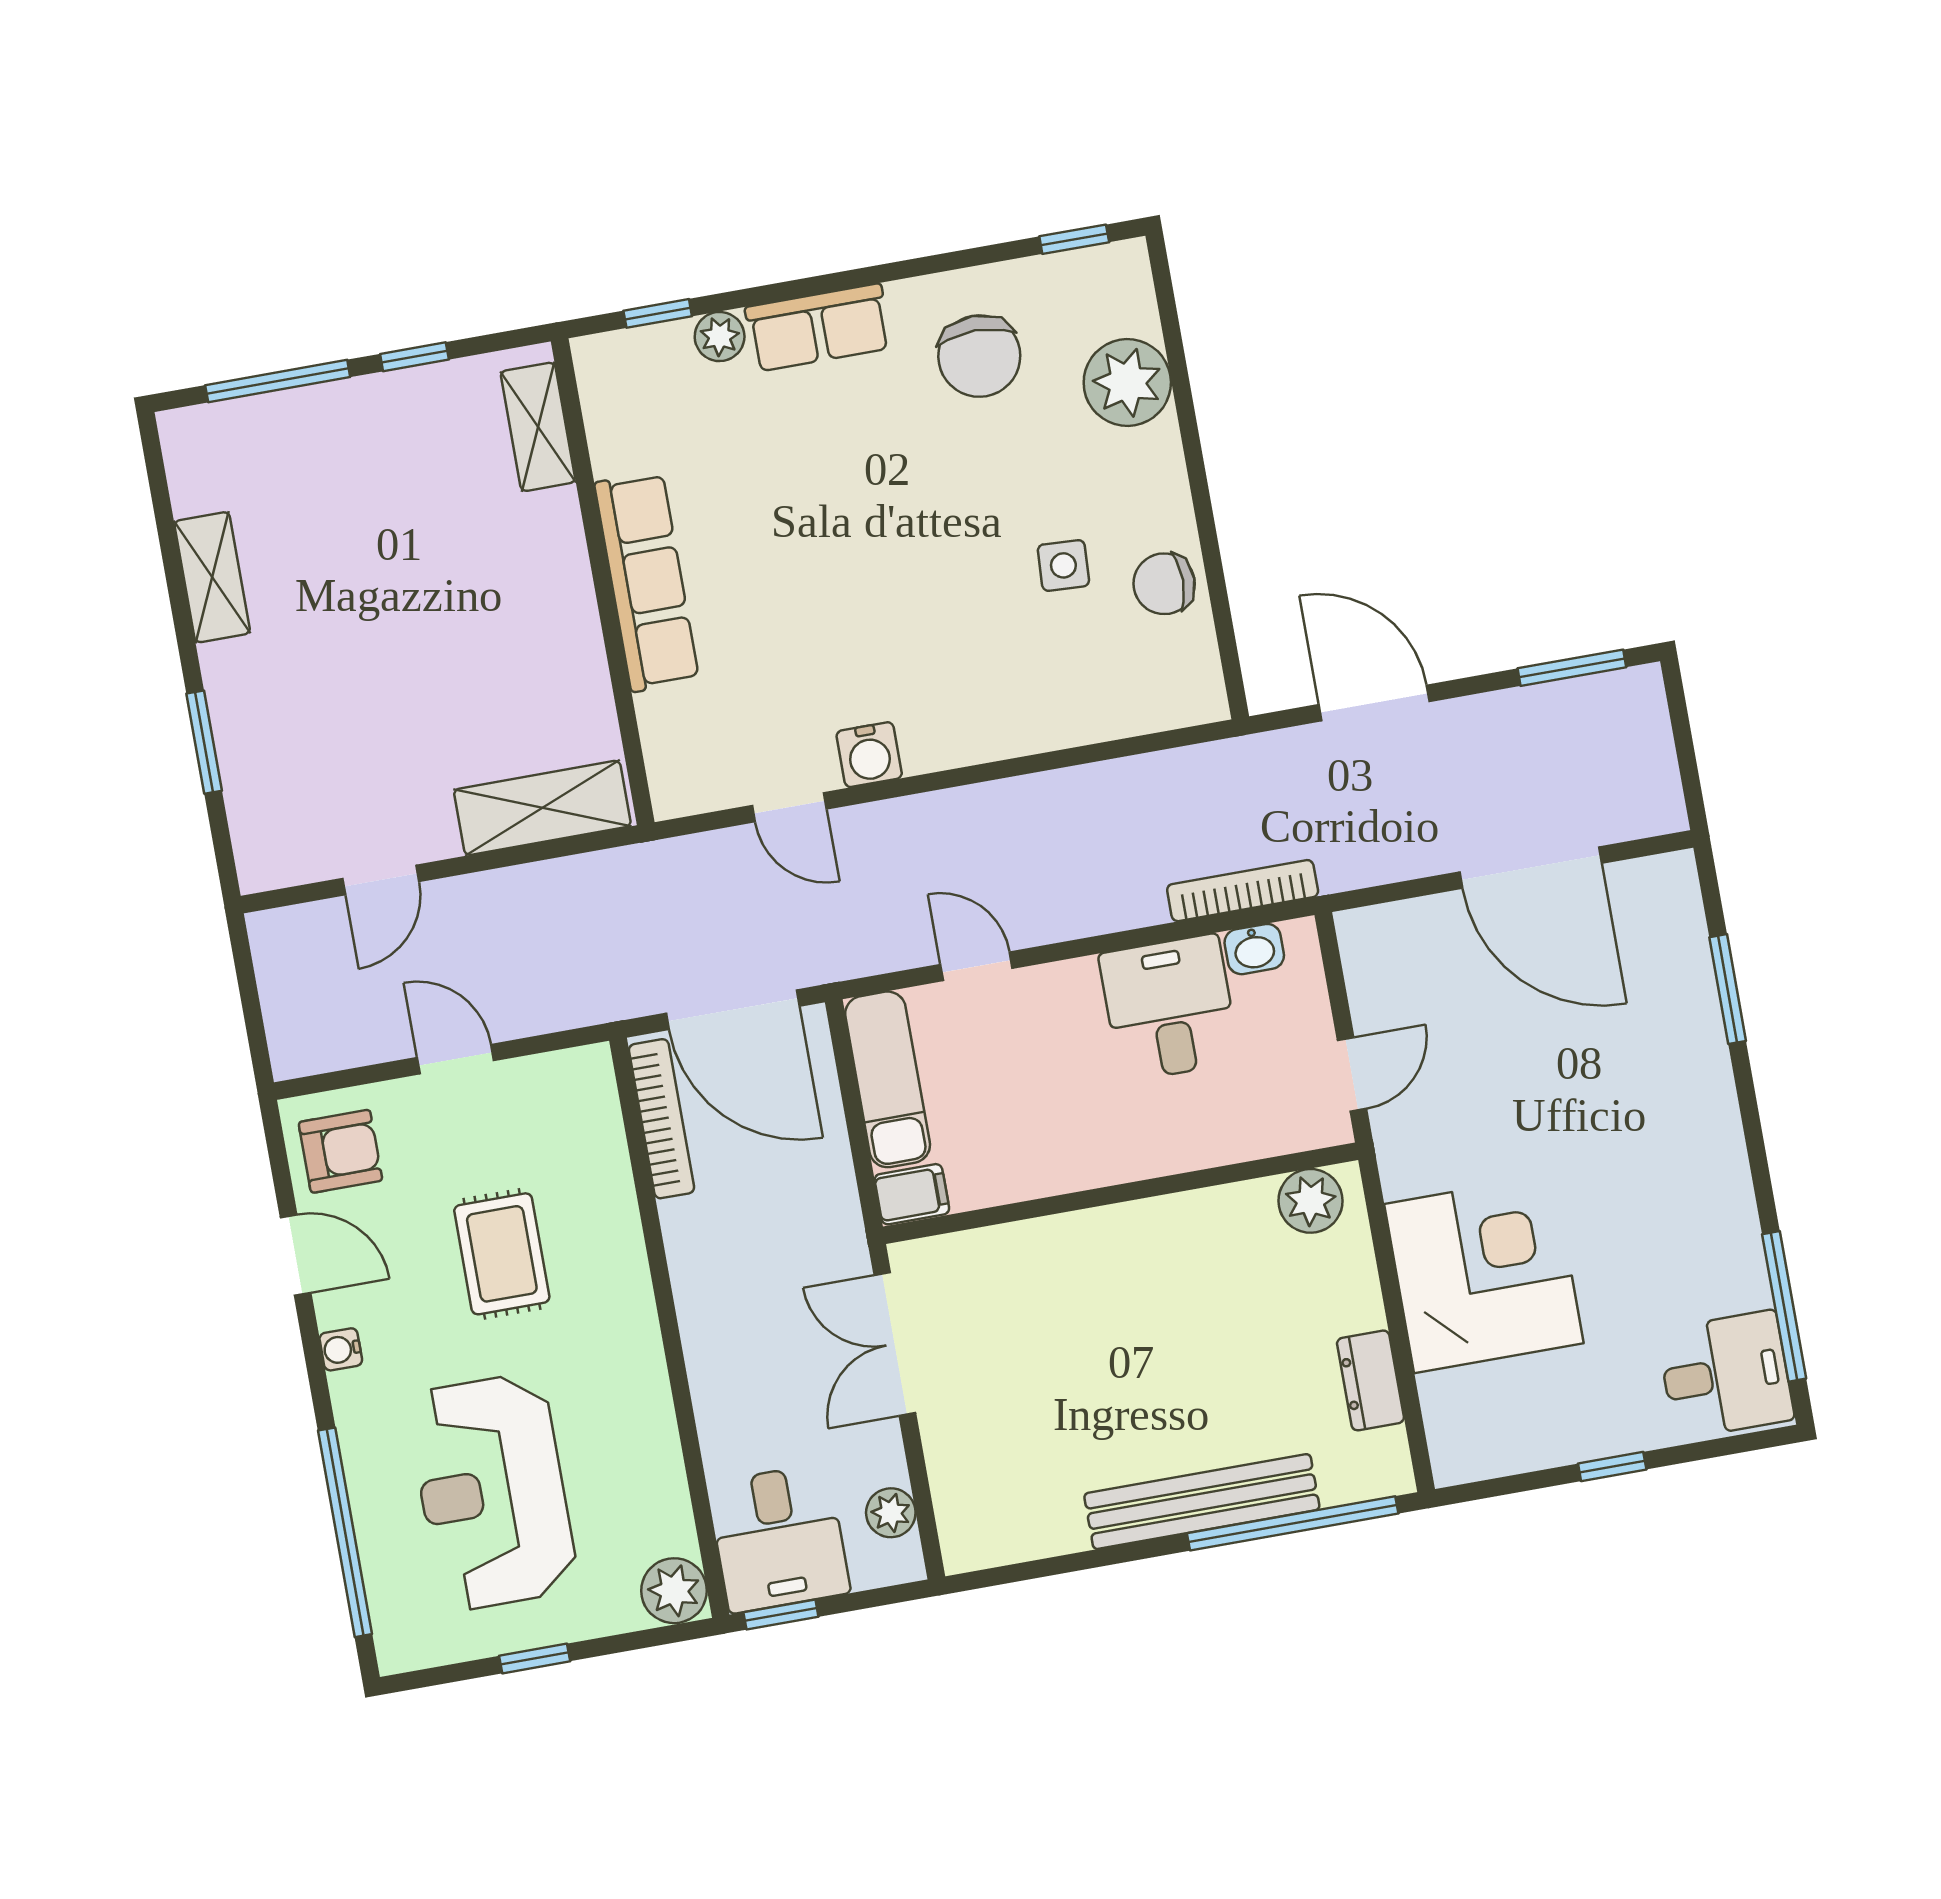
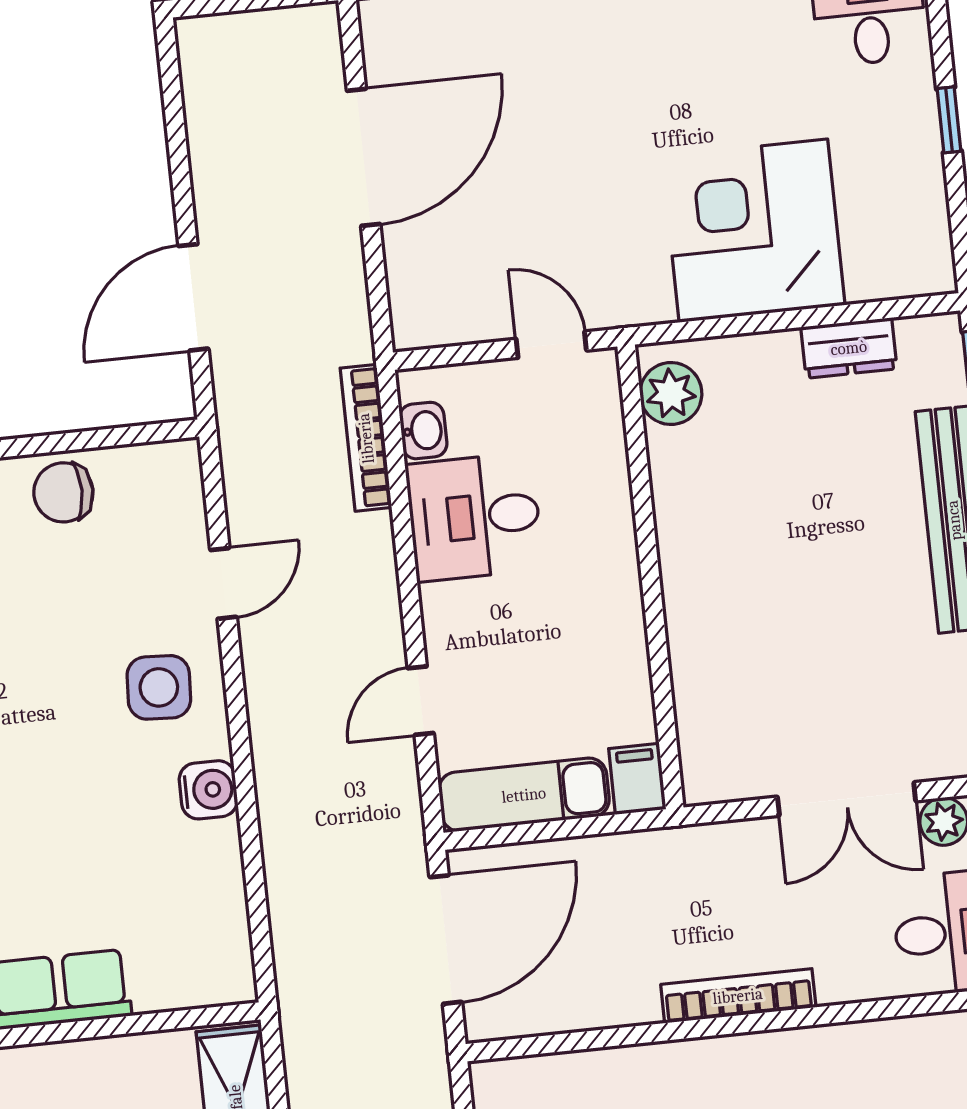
side table: (1063, 565) -> (159, 687), moved, width x1.37, depth x1.37
chair: (1164, 584) -> (63, 492), turned 90
window: (1572, 668) -> (173, 104), removed
door: (789, 807) -> (223, 583), moved
bookcase: (662, 1119) -> (738, 996), moved
double door: (895, 1344) -> (847, 799), moved

